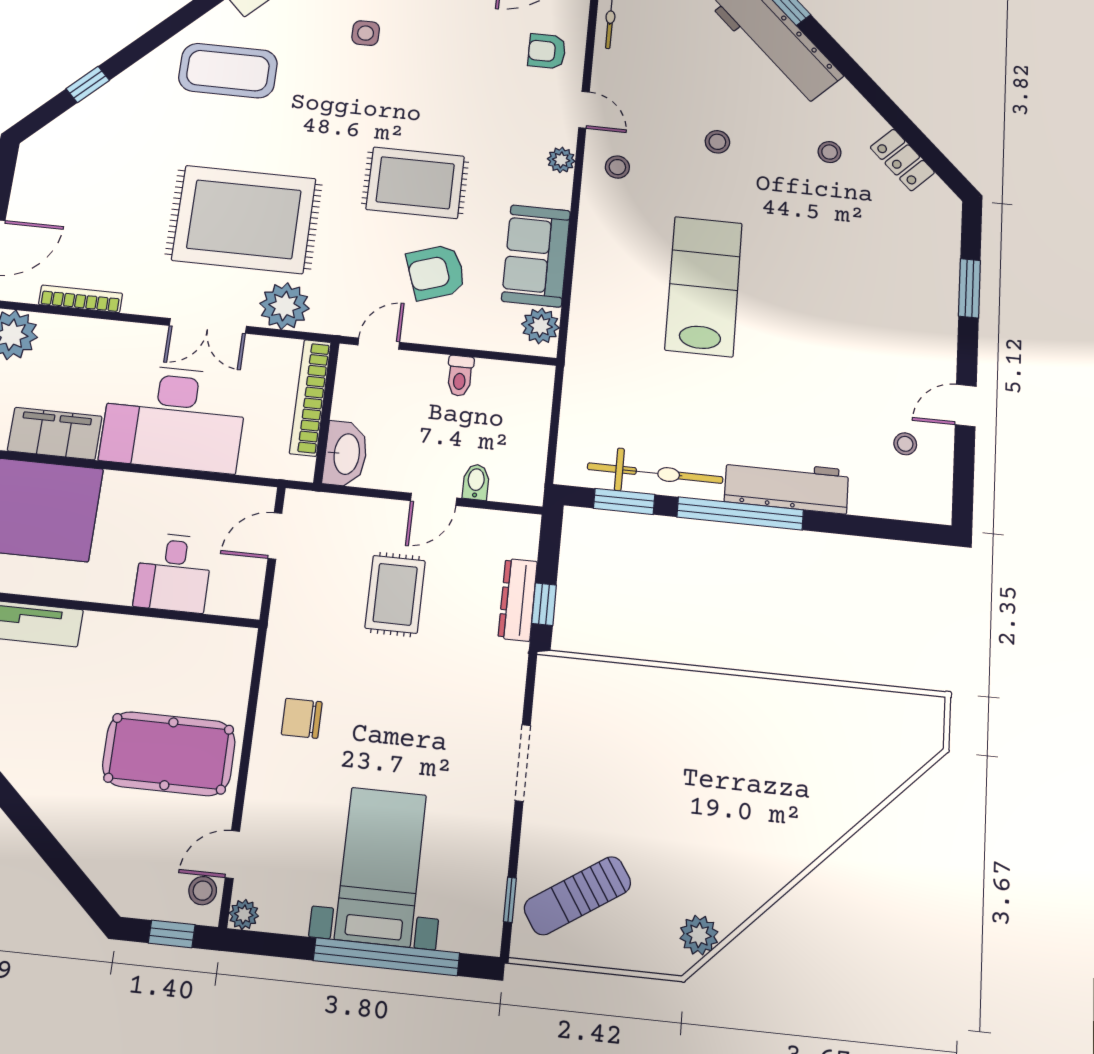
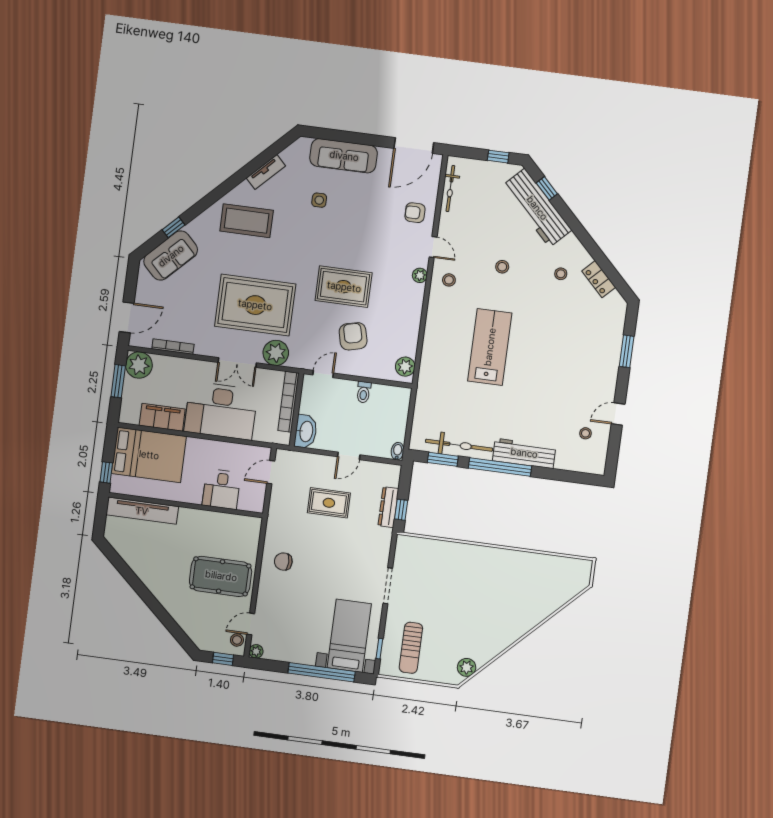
sofa: (536, 256) -> (171, 256), moved, turned -135
armchair: (436, 272) -> (353, 336), turned 95
bidet: (476, 482) -> (398, 451), moved
rug: (395, 594) -> (329, 503), turned 90
bed with nightstands: (381, 867) -> (349, 636), moved
sun lounger: (577, 896) -> (411, 648), turned -57

